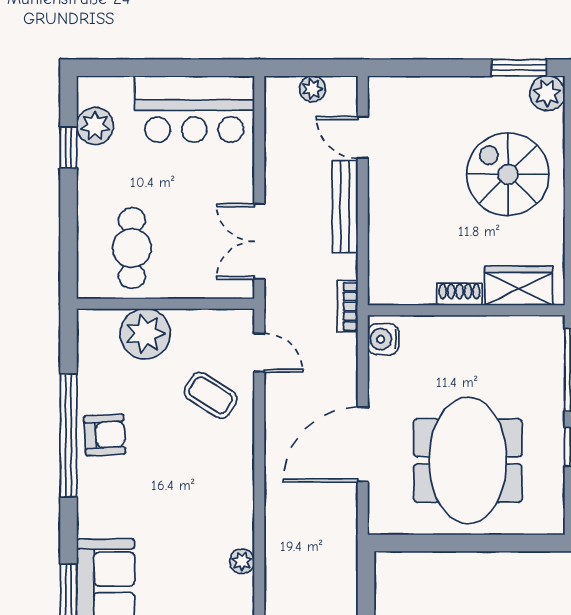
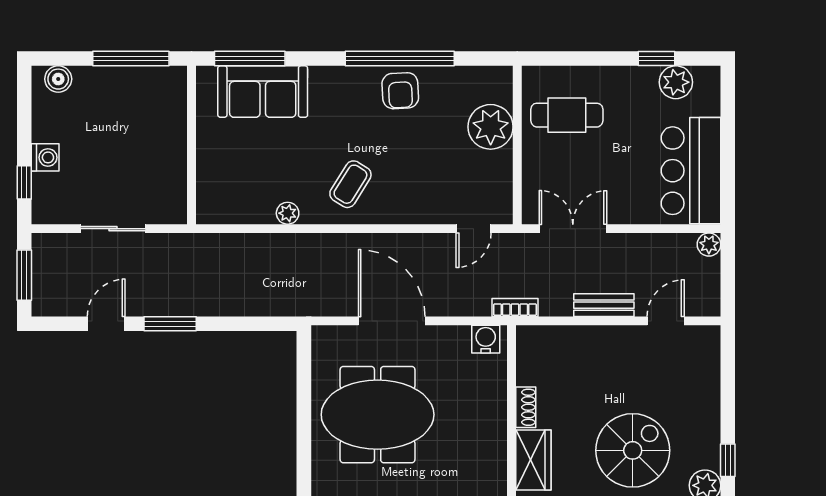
window: (519, 68) -> (728, 460), width x0.67
plant: (312, 89) -> (709, 245), moved
bench: (345, 207) -> (604, 305), width x0.73
coffee table: (211, 395) -> (350, 184), moved

